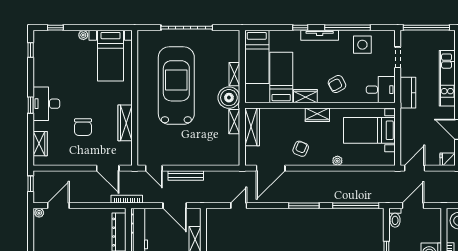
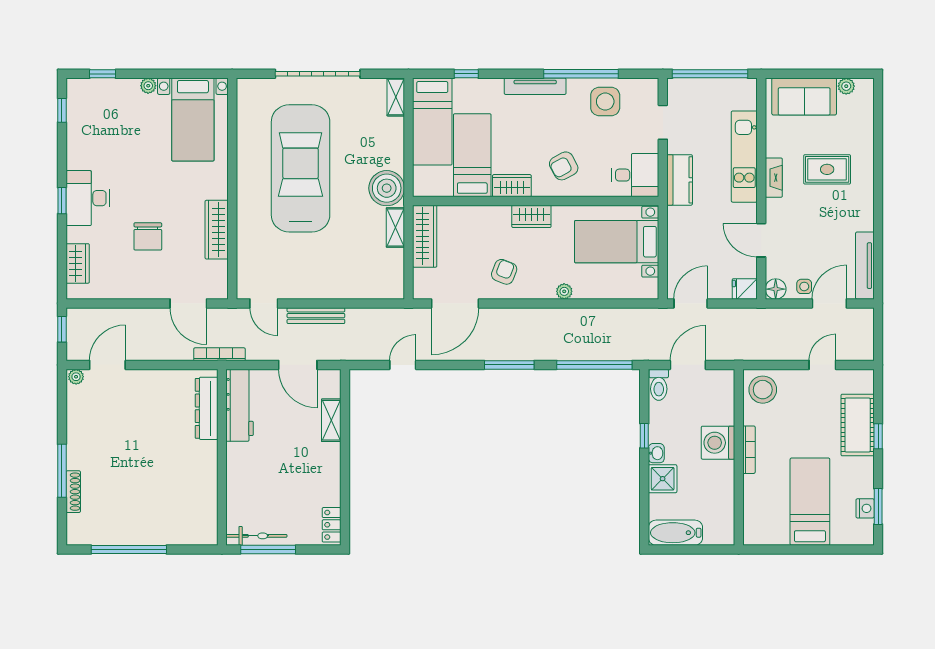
window: (300, 28) -> (466, 74), moved
shelving: (234, 74) -> (396, 97), moved

